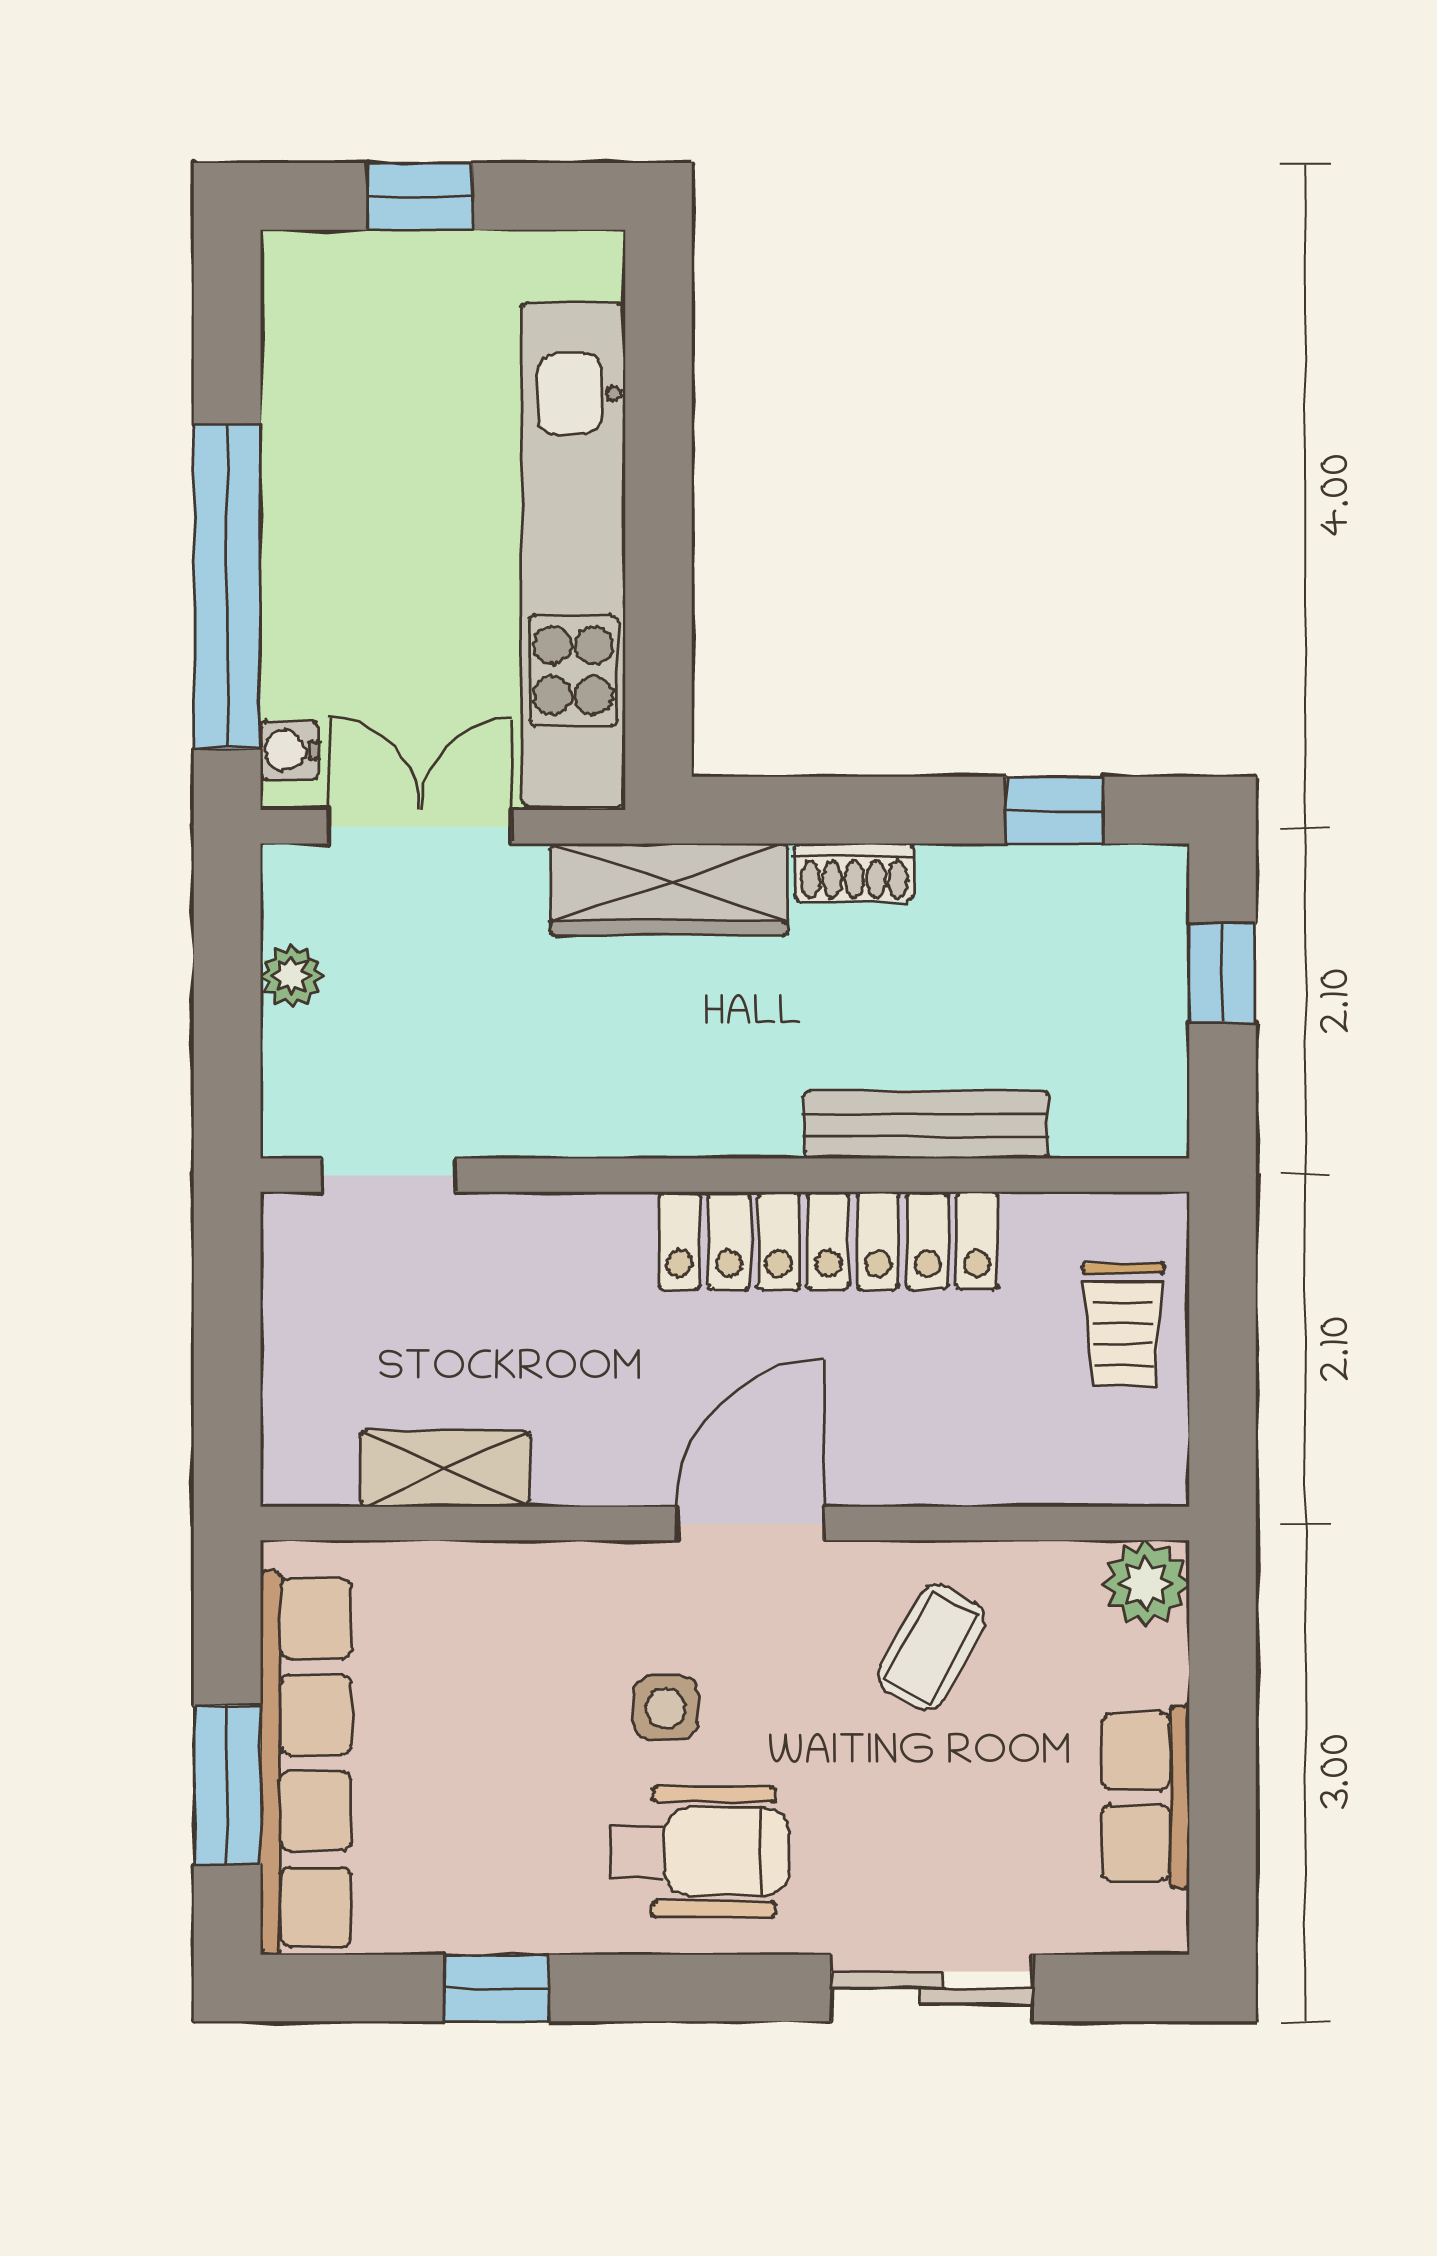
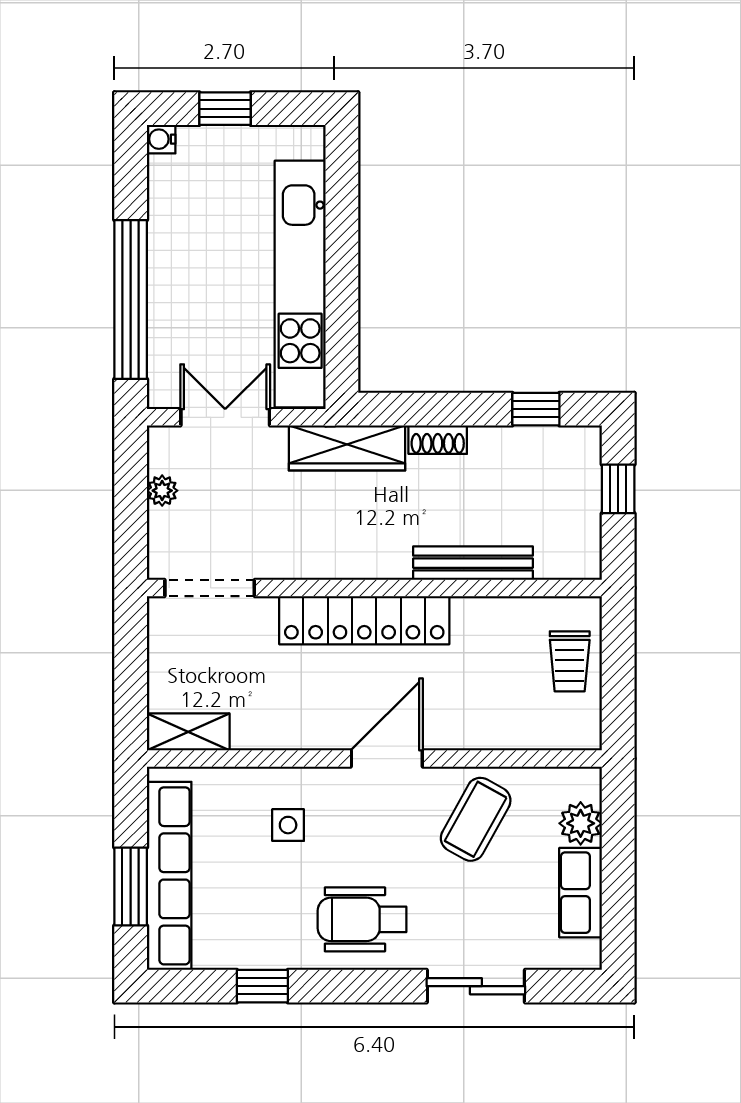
water cooler: (289, 750) -> (161, 139), moved
doorway: (388, 1175) -> (210, 588), width x1.38
locker: (828, 1241) -> (364, 620), moved
shelving: (445, 1469) -> (188, 732), moved
plant: (1146, 1584) -> (581, 823), moved
coffee table: (931, 1647) -> (476, 819), width x1.36, depth x1.30
side table: (666, 1708) -> (288, 825), moved
wheelchair: (700, 1852) -> (362, 919), turned 180

